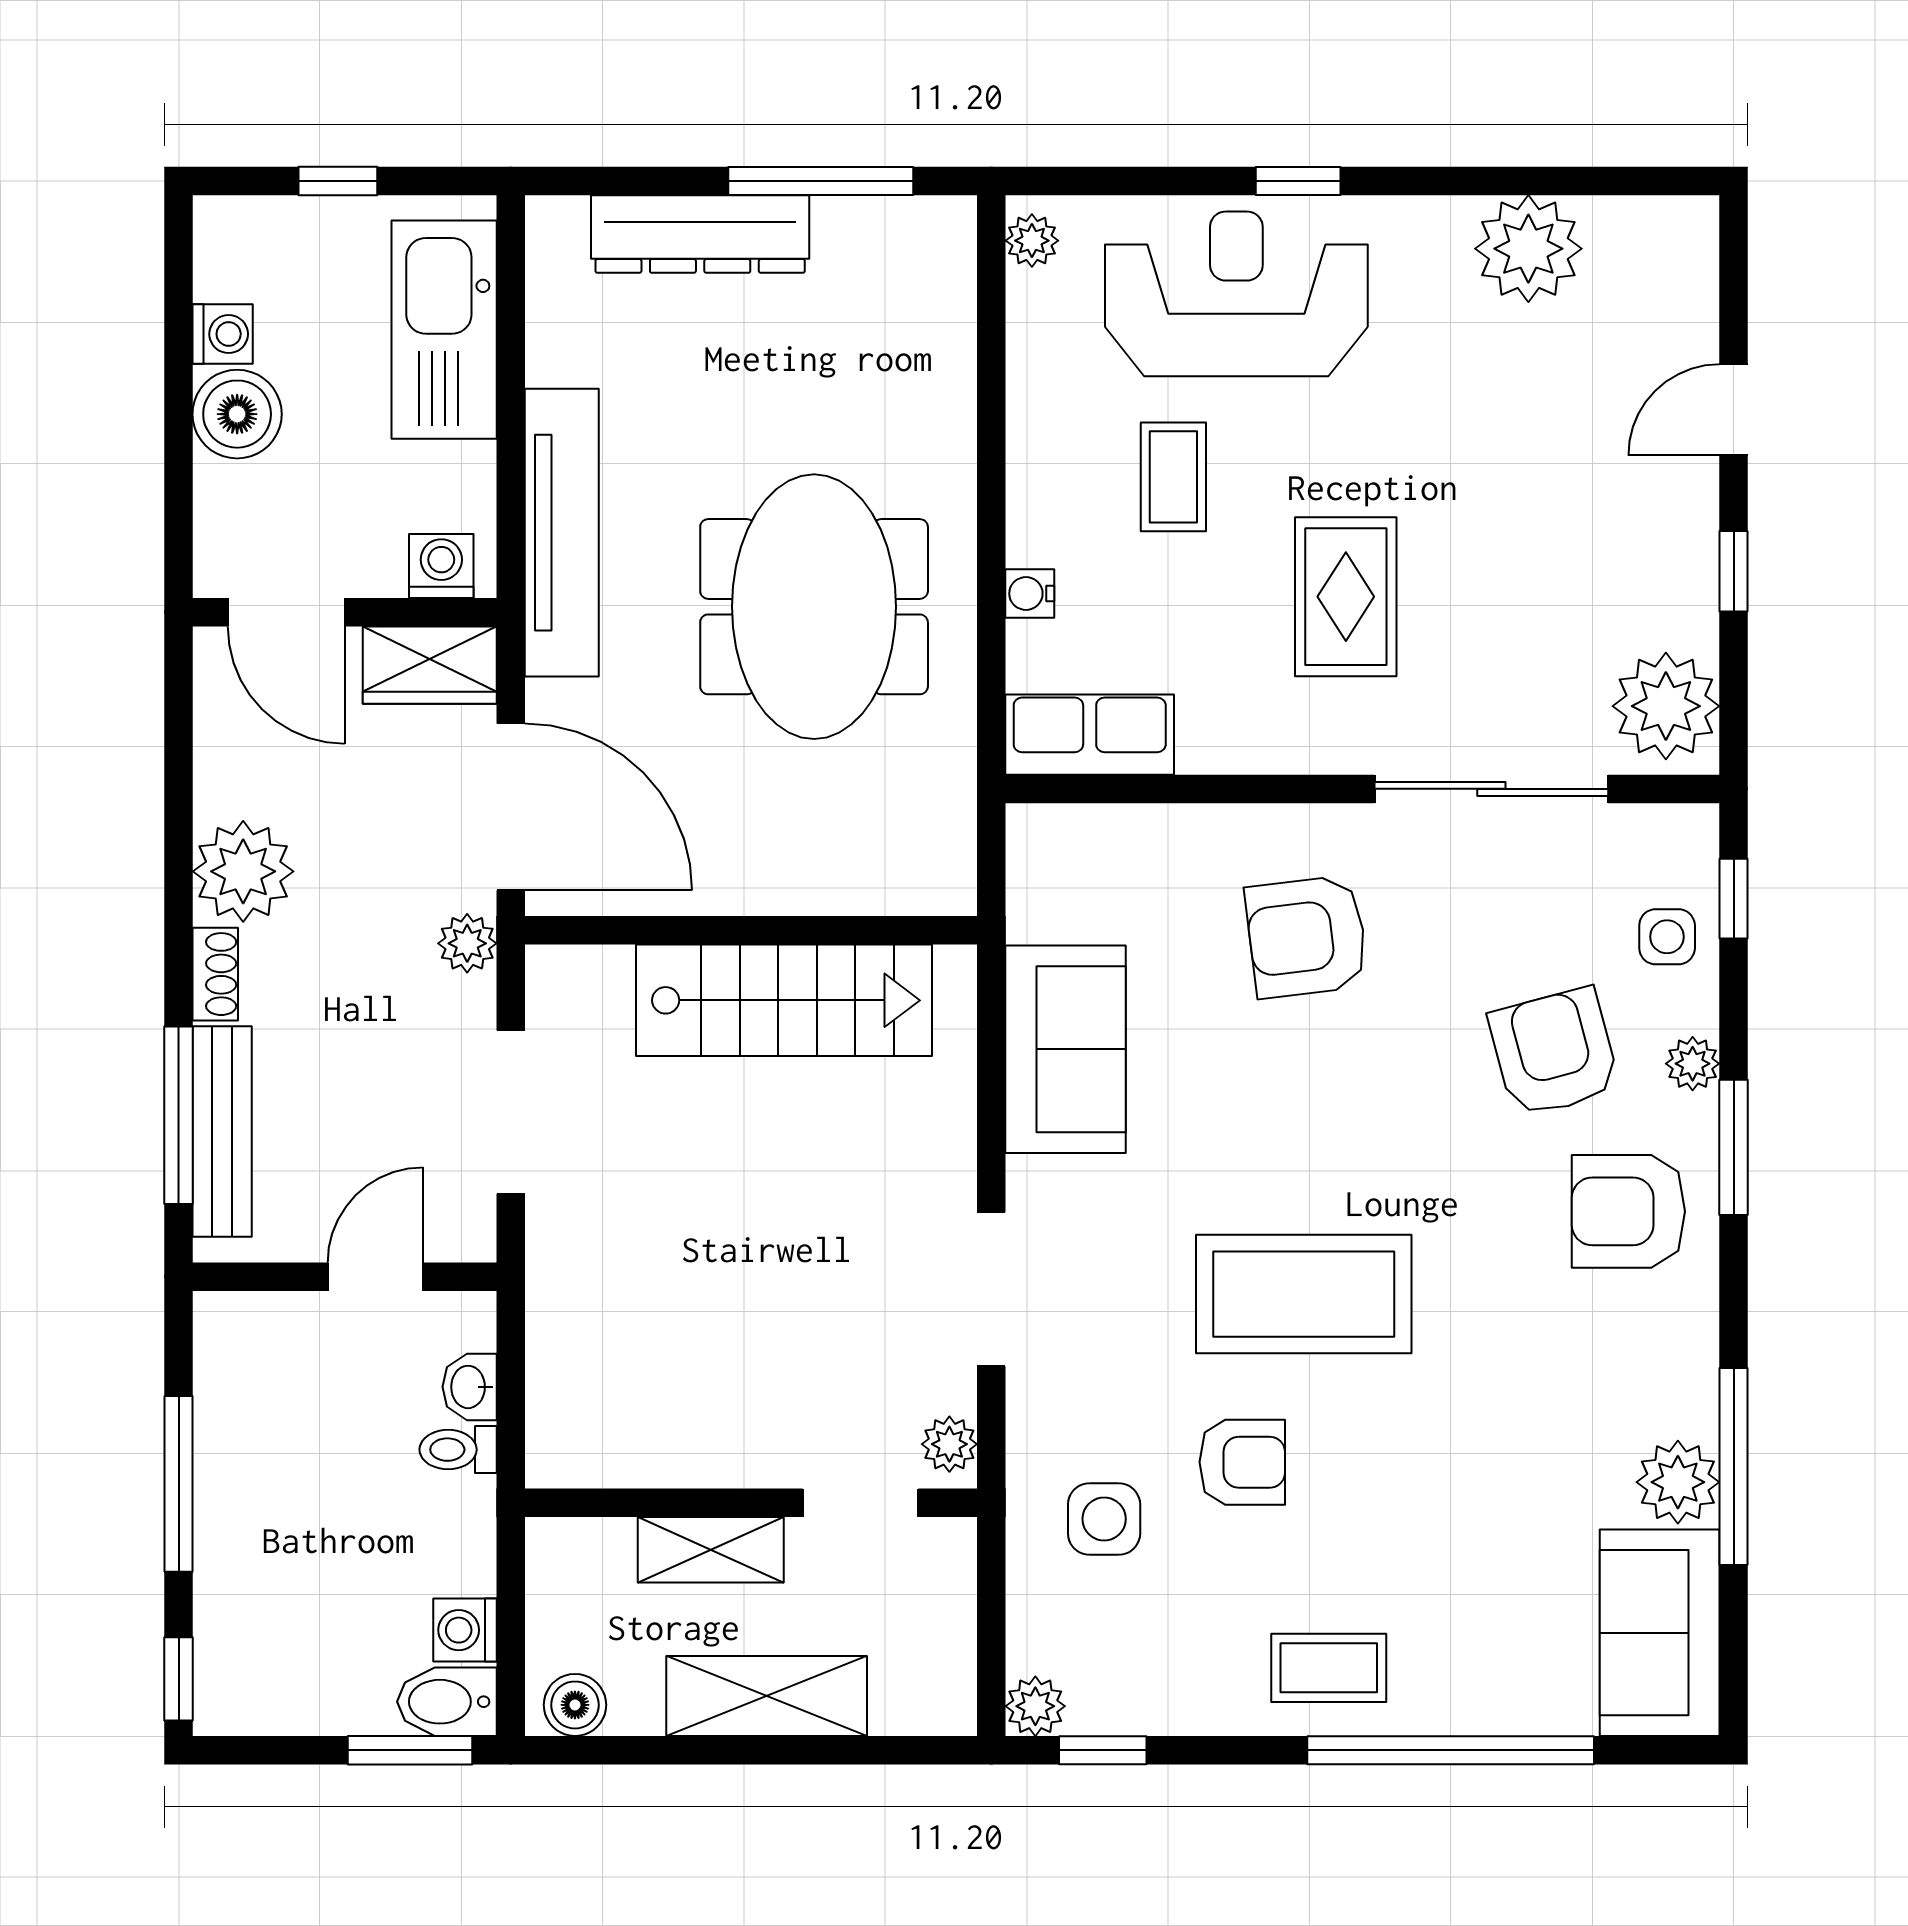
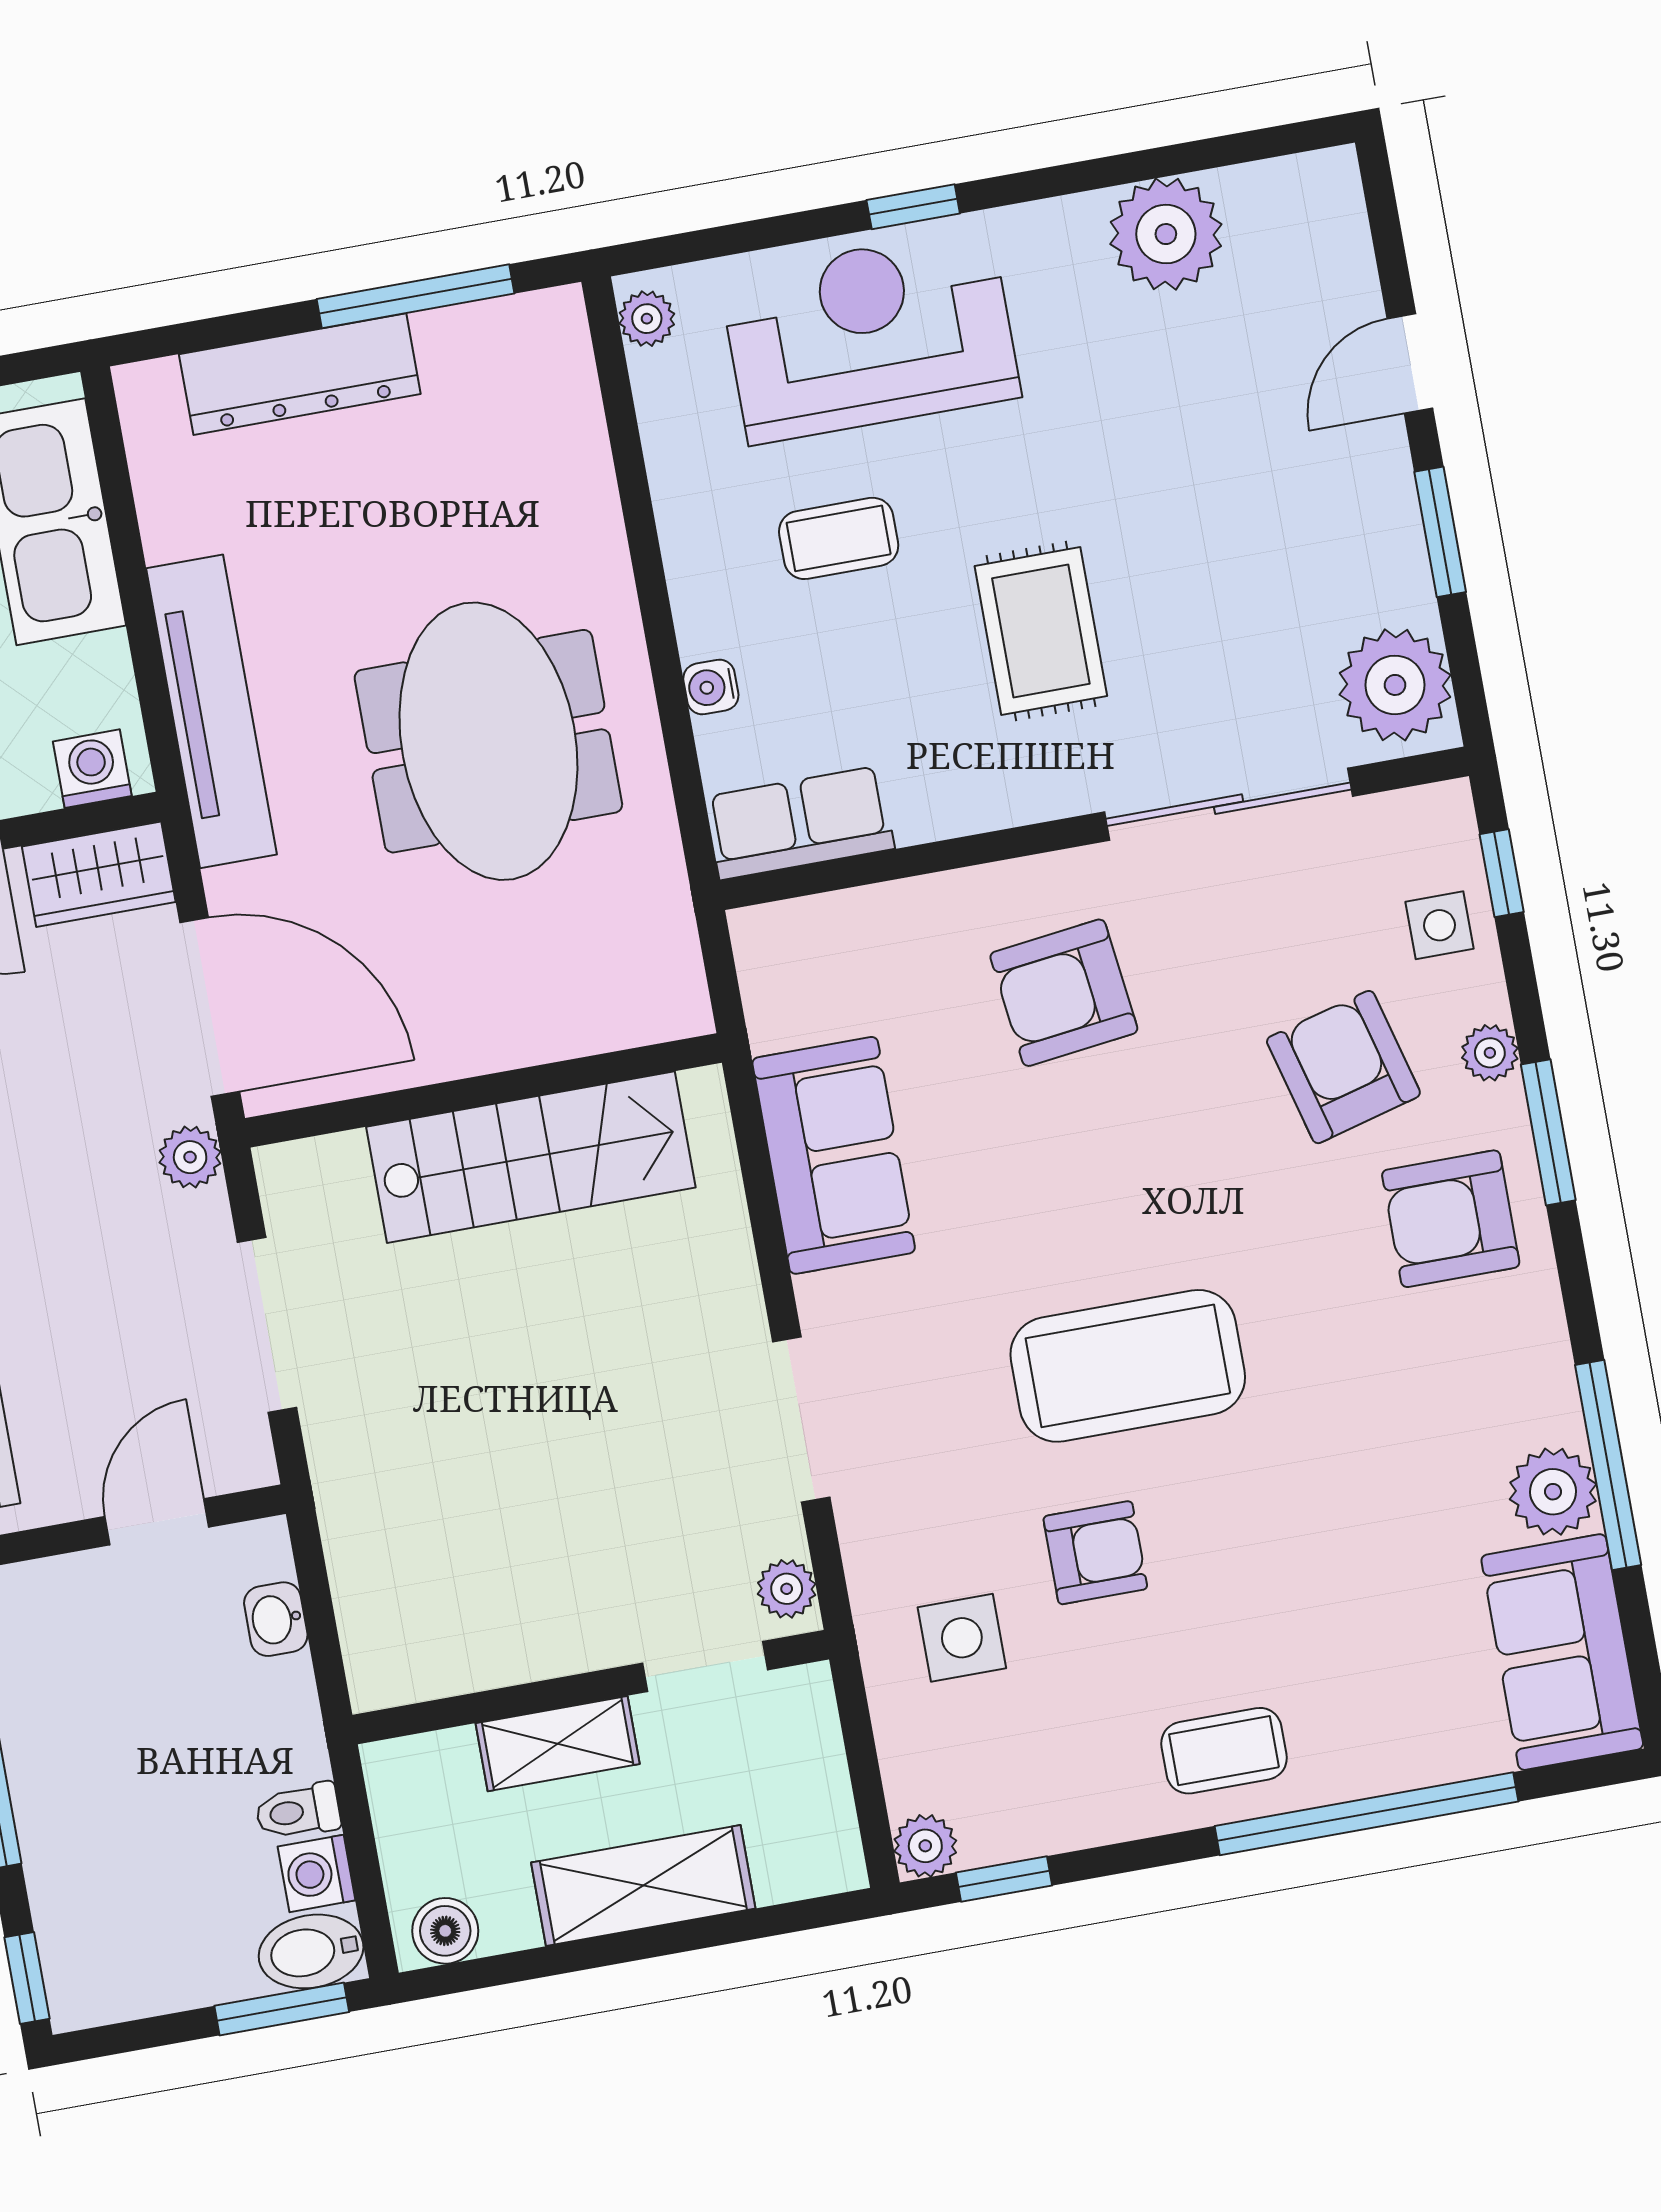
coffee table: (1173, 477) -> (839, 538), turned 90
window: (1734, 571) -> (1440, 532), width x1.50
toilet: (458, 1450) -> (298, 1811), moved

